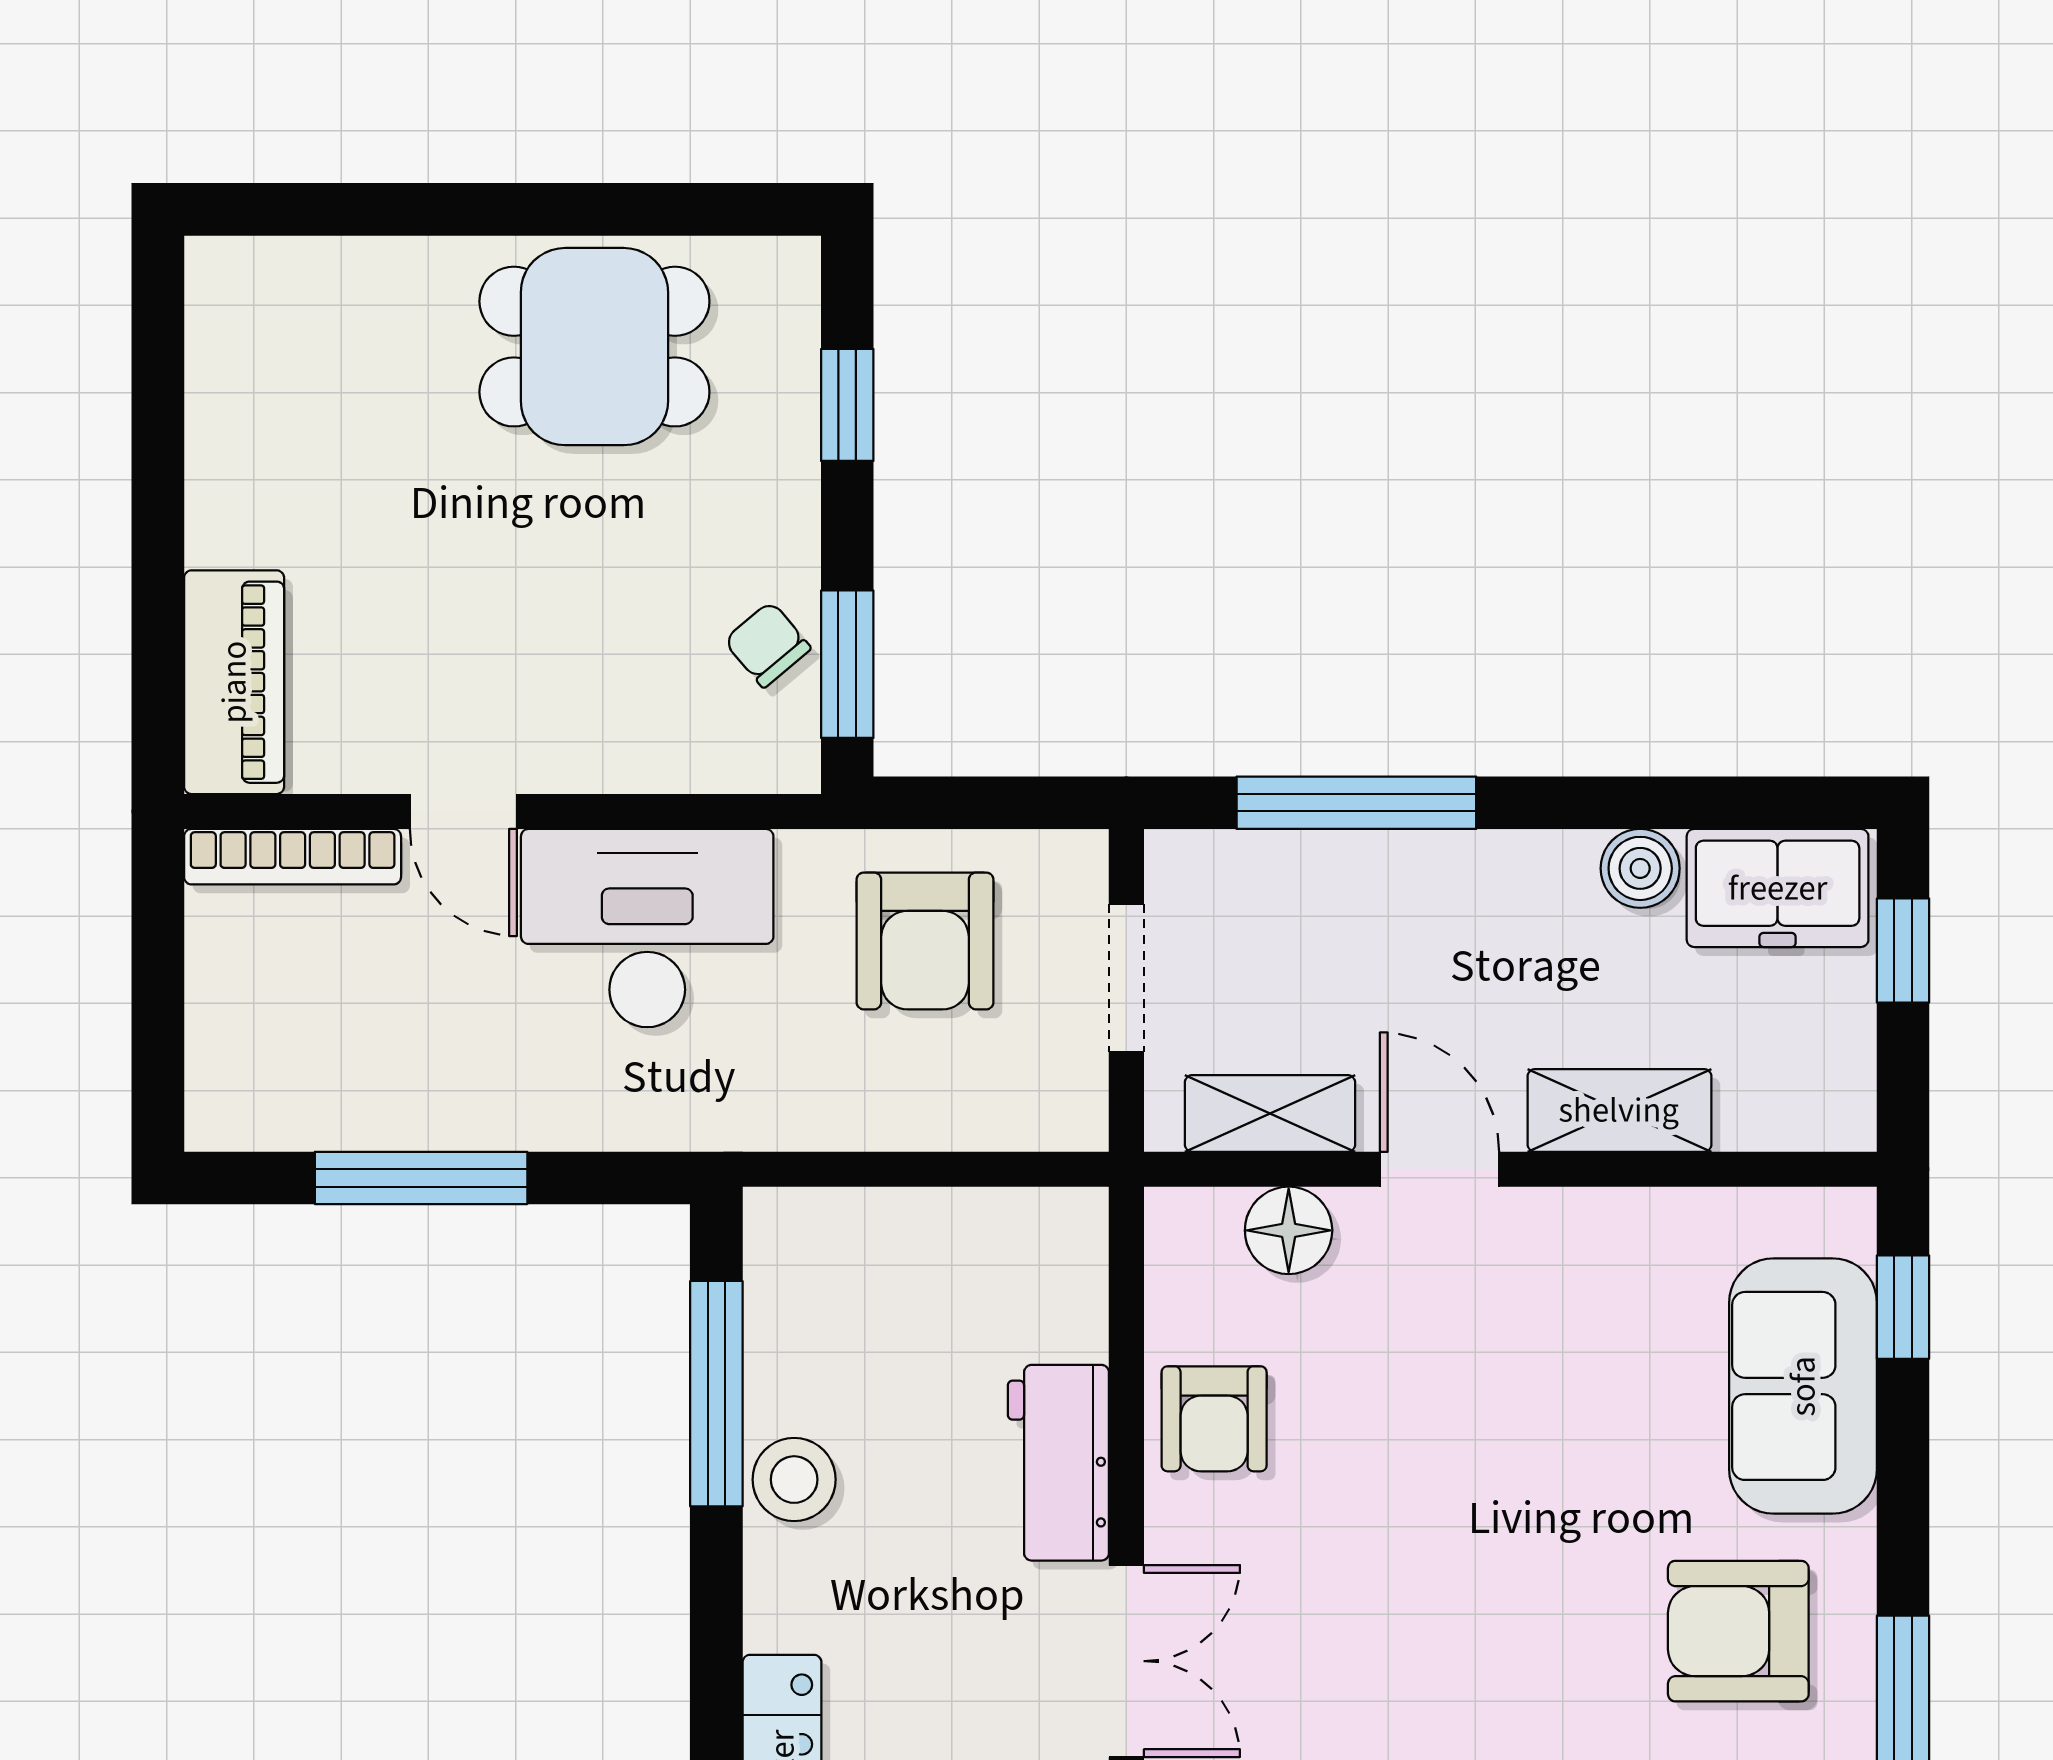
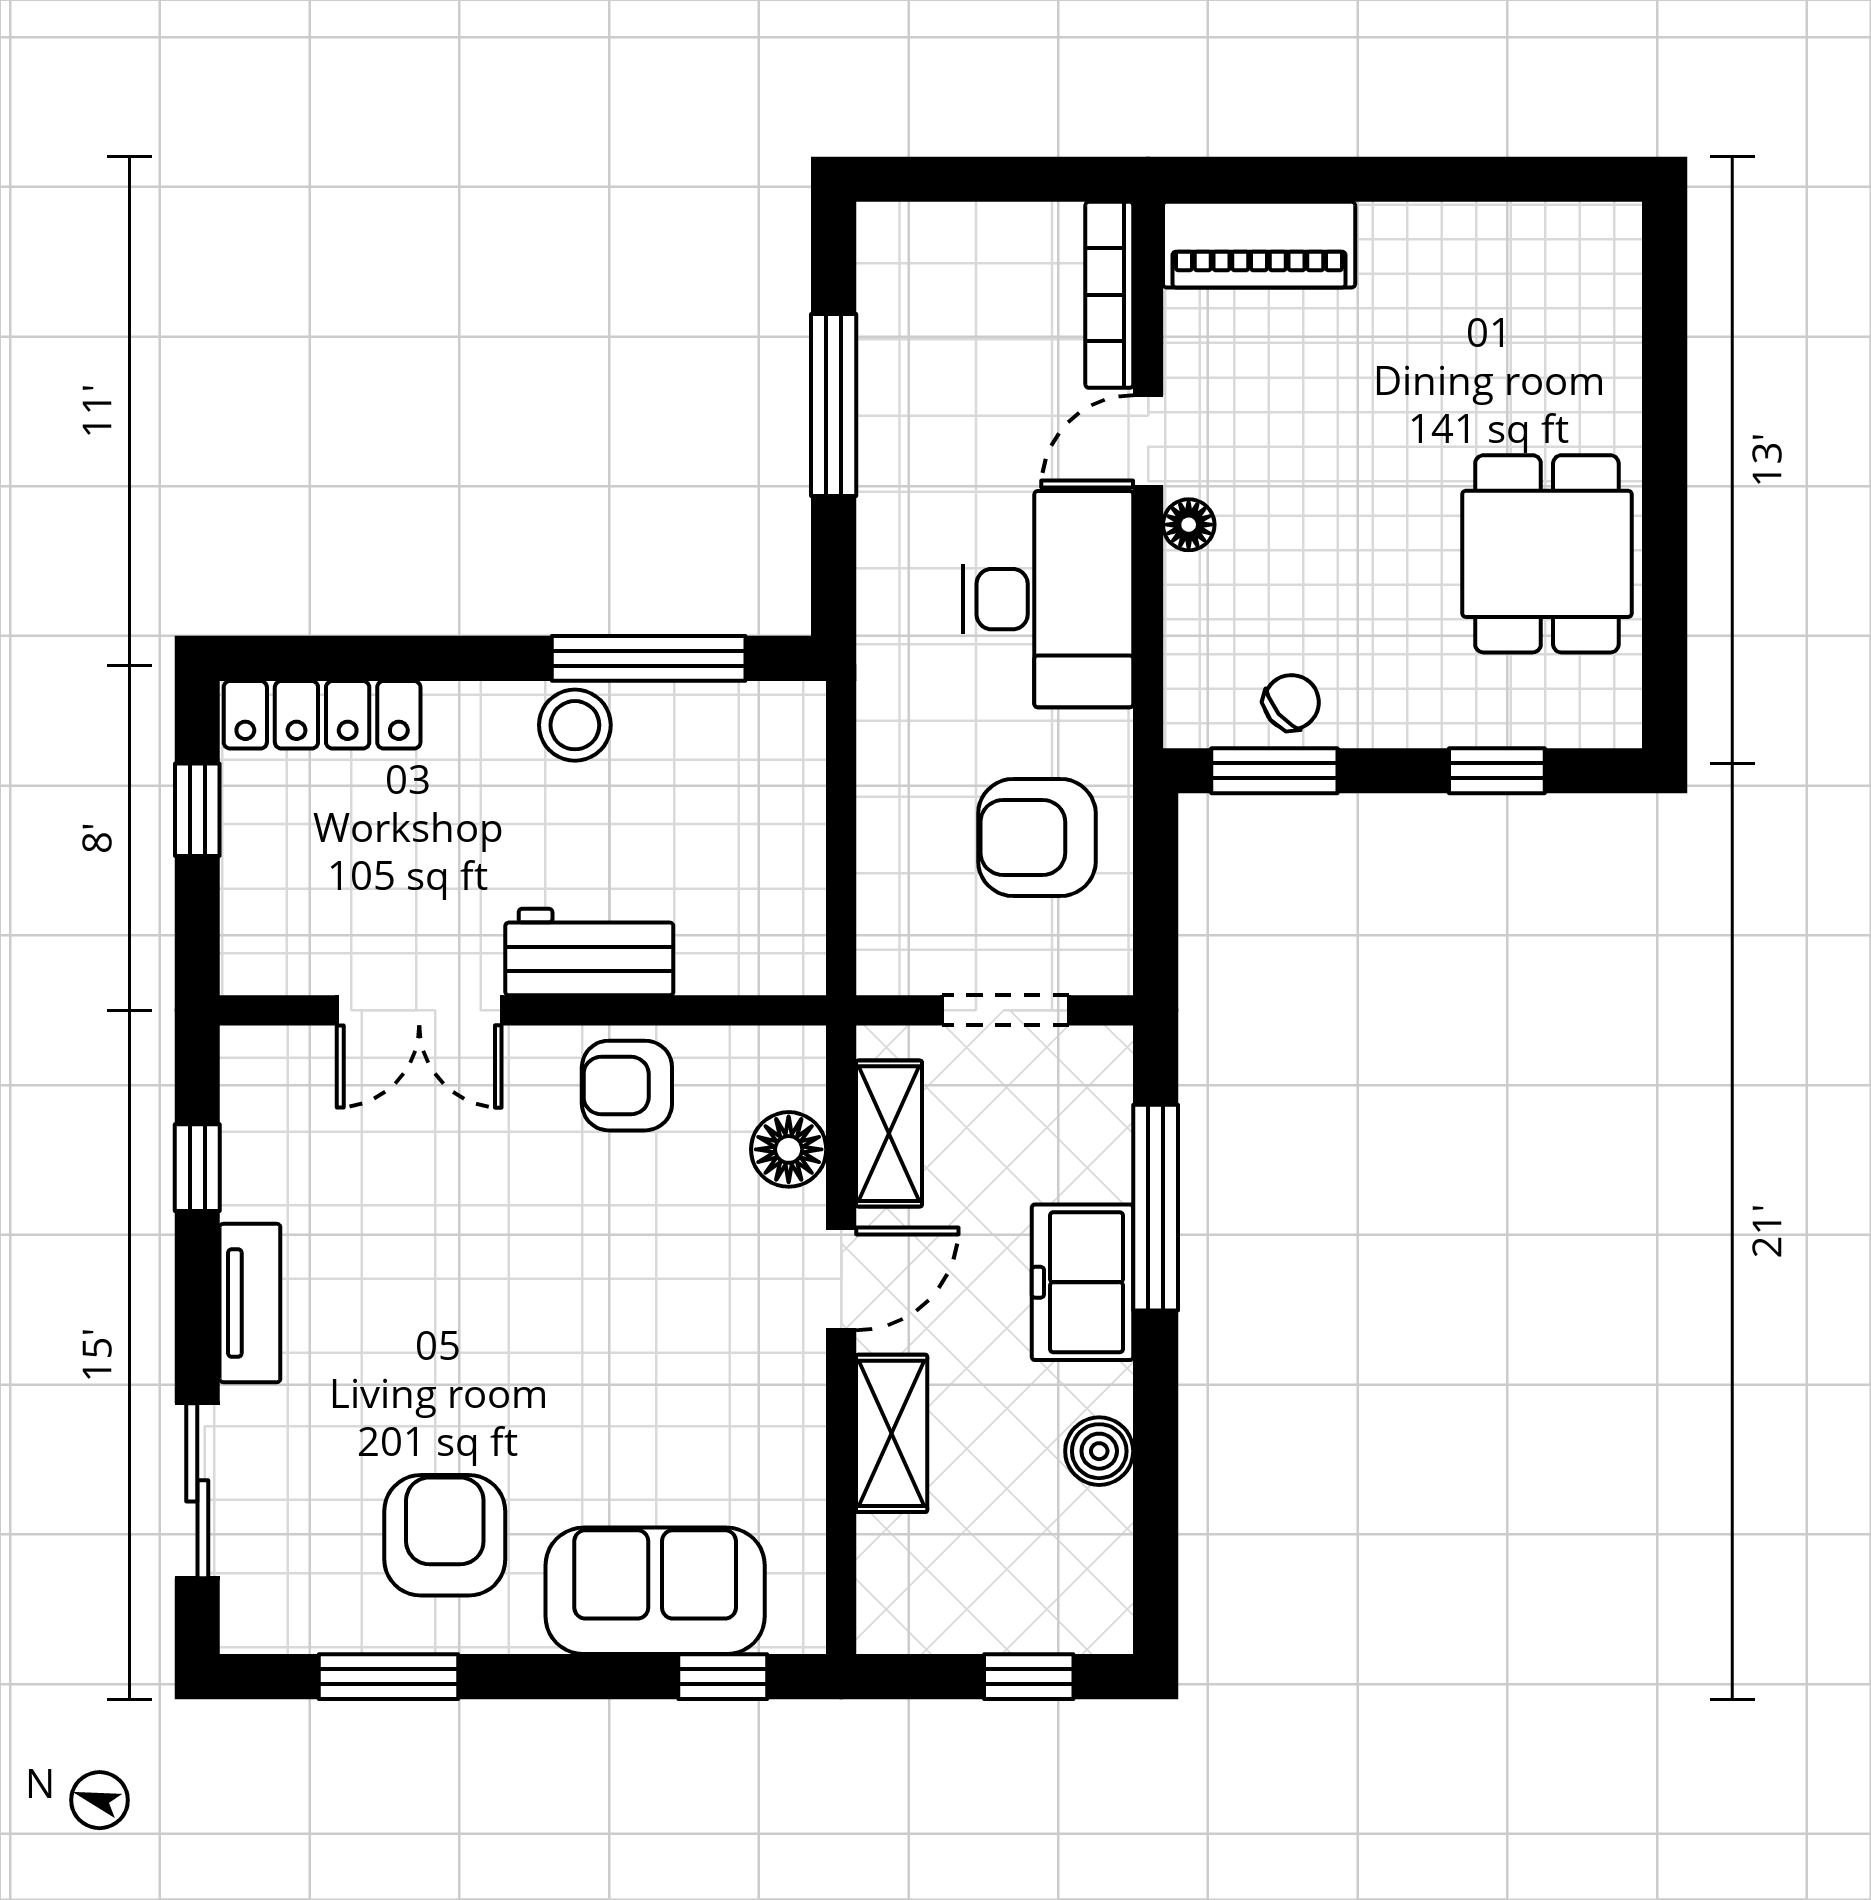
floor lamp: (560, 764) -> (1189, 525), added
freezer: (1778, 888) -> (1082, 1282), moved

